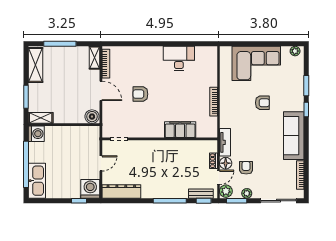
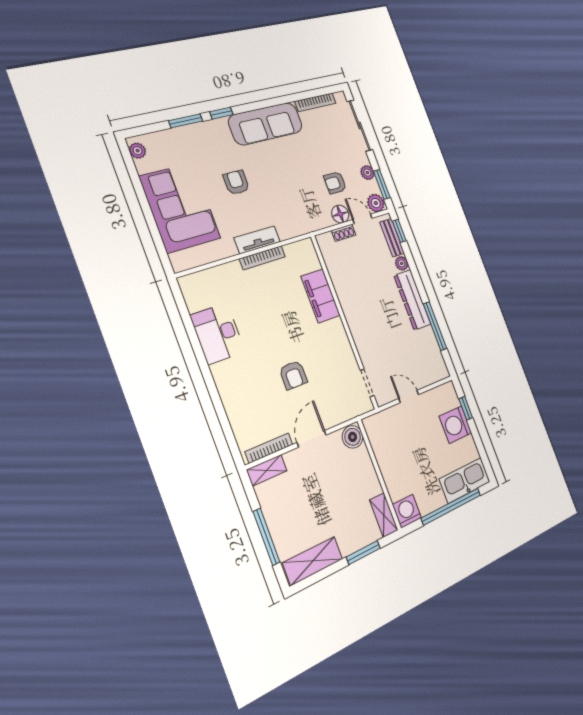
tv unit: (225, 142) -> (257, 240), moved
washing machine: (90, 189) -> (455, 425), moved
dresser: (121, 191) -> (412, 300), moved
plant: (183, 194) -> (402, 263), added
window: (170, 201) -> (435, 326), moved

